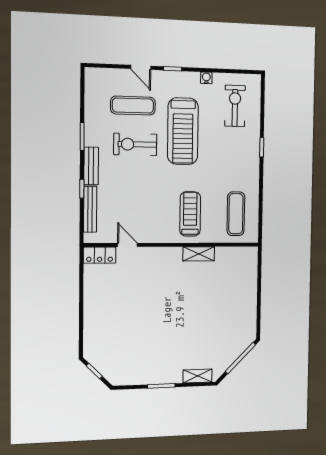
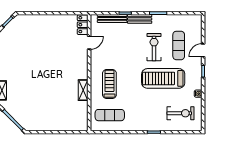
treadmill: (190, 214) -> (109, 84), turned -90

